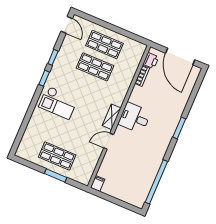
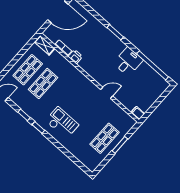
printer: (151, 61) -> (75, 57), moved
checkout: (58, 103) -> (62, 123), turned -90
shelving: (112, 117) -> (45, 45), moved
desk: (134, 118) -> (128, 62), moved, turned 180
door: (109, 141) -> (107, 93), swing flipped

